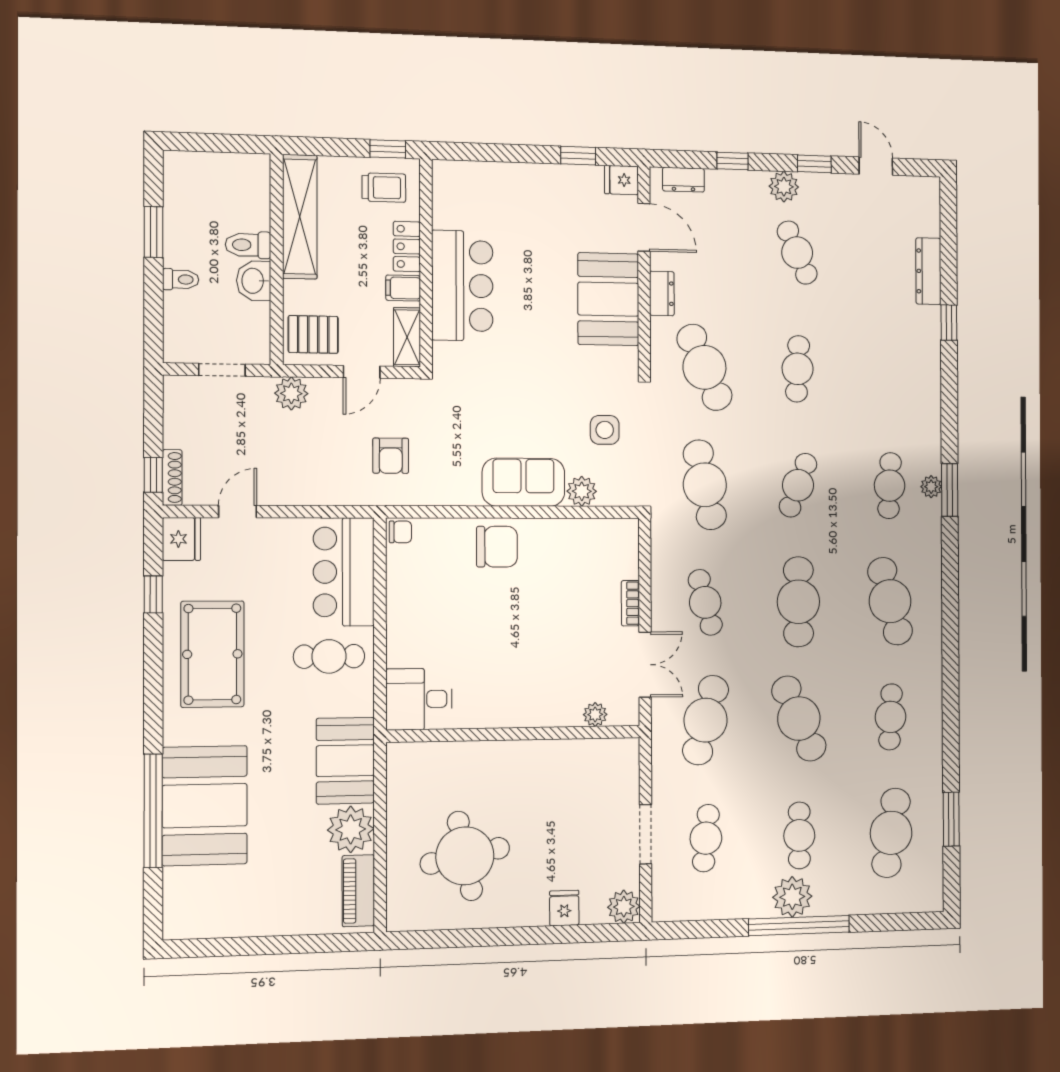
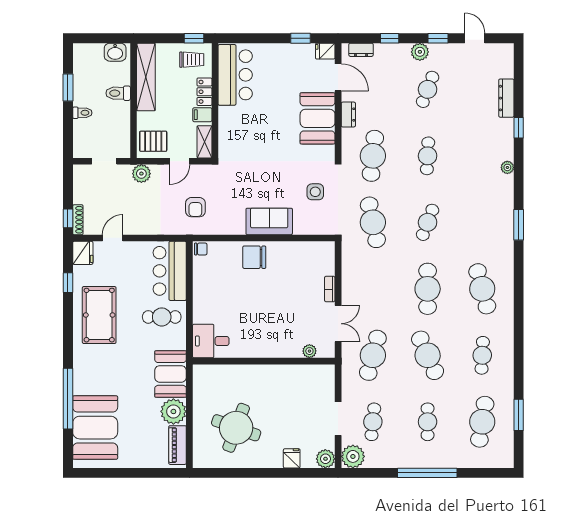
cafe table: (797, 253) -> (428, 89), turned 45
washbasin: (254, 281) -> (115, 52), moved, turned -90
bar counter: (462, 286) -> (235, 75), moved
cafe table: (704, 367) -> (373, 156), turned 30
cafe table: (890, 486) -> (482, 222), removed
plant: (931, 487) -> (507, 167), moved
plant: (582, 491) -> (302, 226), removed
chair: (497, 547) -> (254, 257), turned 180
cafe table: (705, 602) -> (373, 289), removed
booth: (205, 806) -> (95, 428), moved
round table: (465, 856) -> (236, 428), turned 31
plant: (792, 897) -> (353, 456), moved

